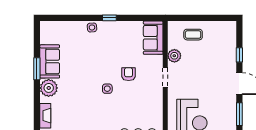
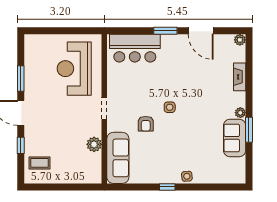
coffee table: (193, 35) -> (39, 163), moved
sofa: (153, 38) -> (118, 158), width x1.36
doorway: (165, 77) -> (104, 108), moved
plant: (49, 88) -> (240, 113), width x0.53, depth x0.53

